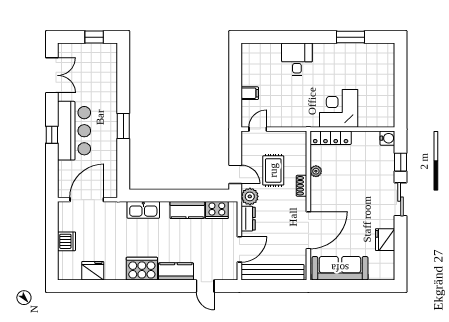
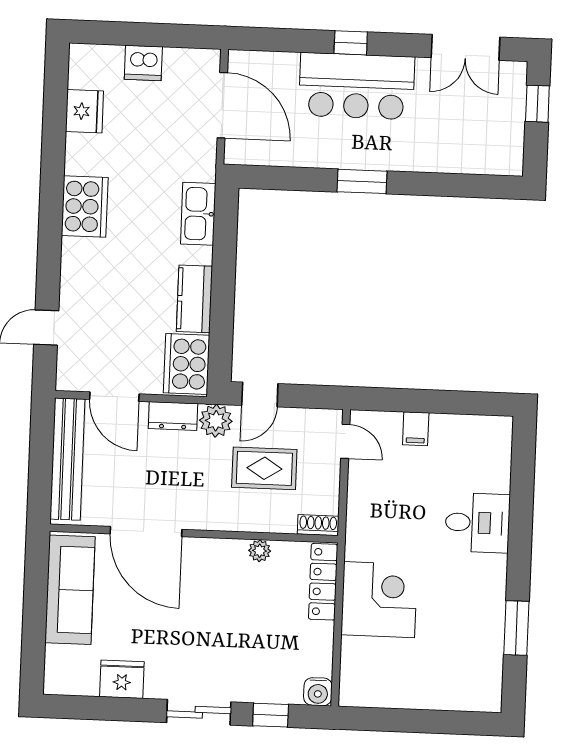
window: (94, 37) -> (537, 104), moved
shoe rack: (301, 186) -> (318, 525), moved
cooker: (217, 210) -> (187, 364), width x1.37, depth x1.31
kitchen counter: (176, 271) -> (77, 272), removed

